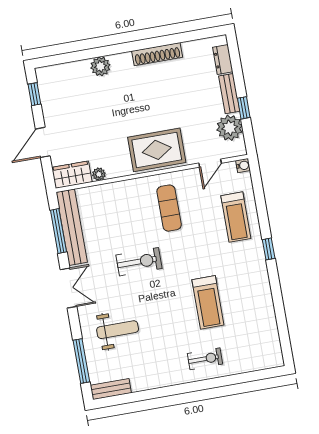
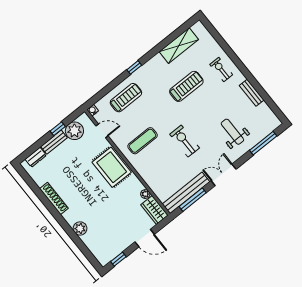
shelving: (266, 321) -> (179, 46), added
bench: (111, 389) -> (252, 93), moved

